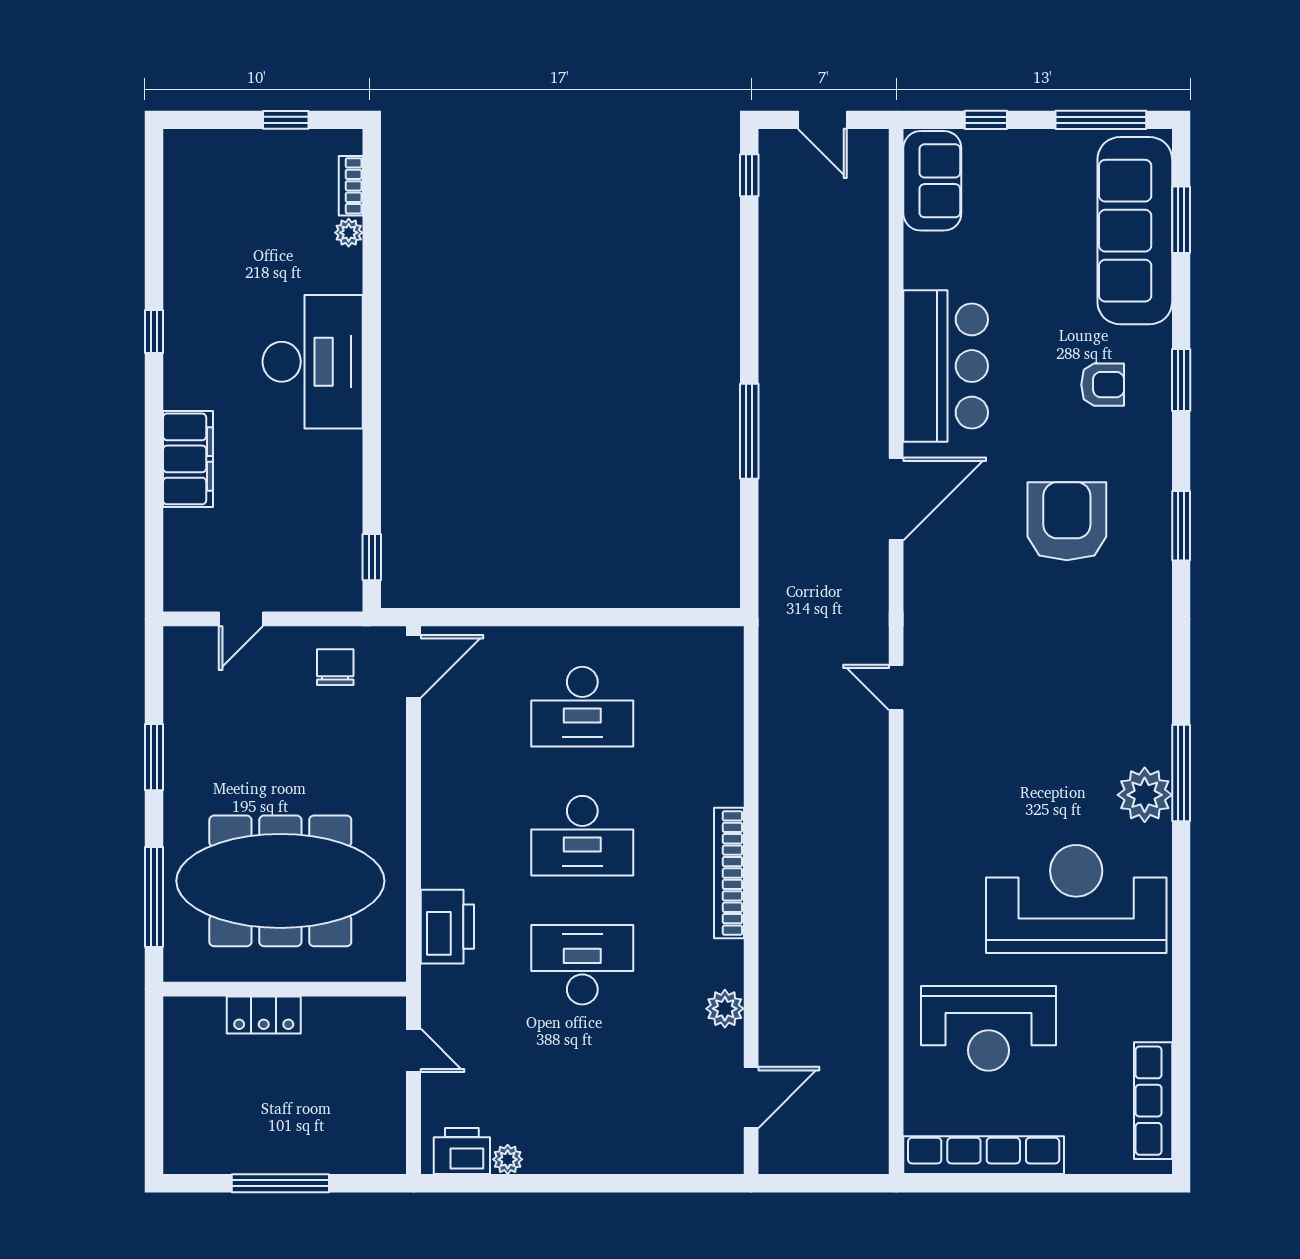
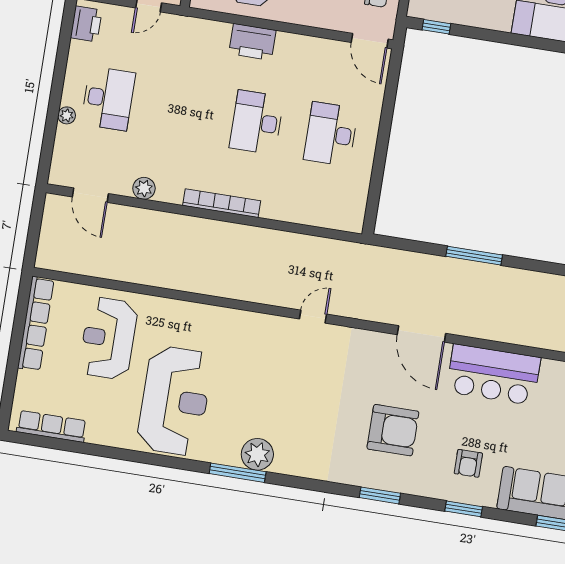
plant: (1145, 795) -> (257, 454), moved
printer: (447, 927) -> (252, 42), moved
desk: (582, 965) -> (108, 98), moved
plant: (508, 1159) -> (67, 115), moved

